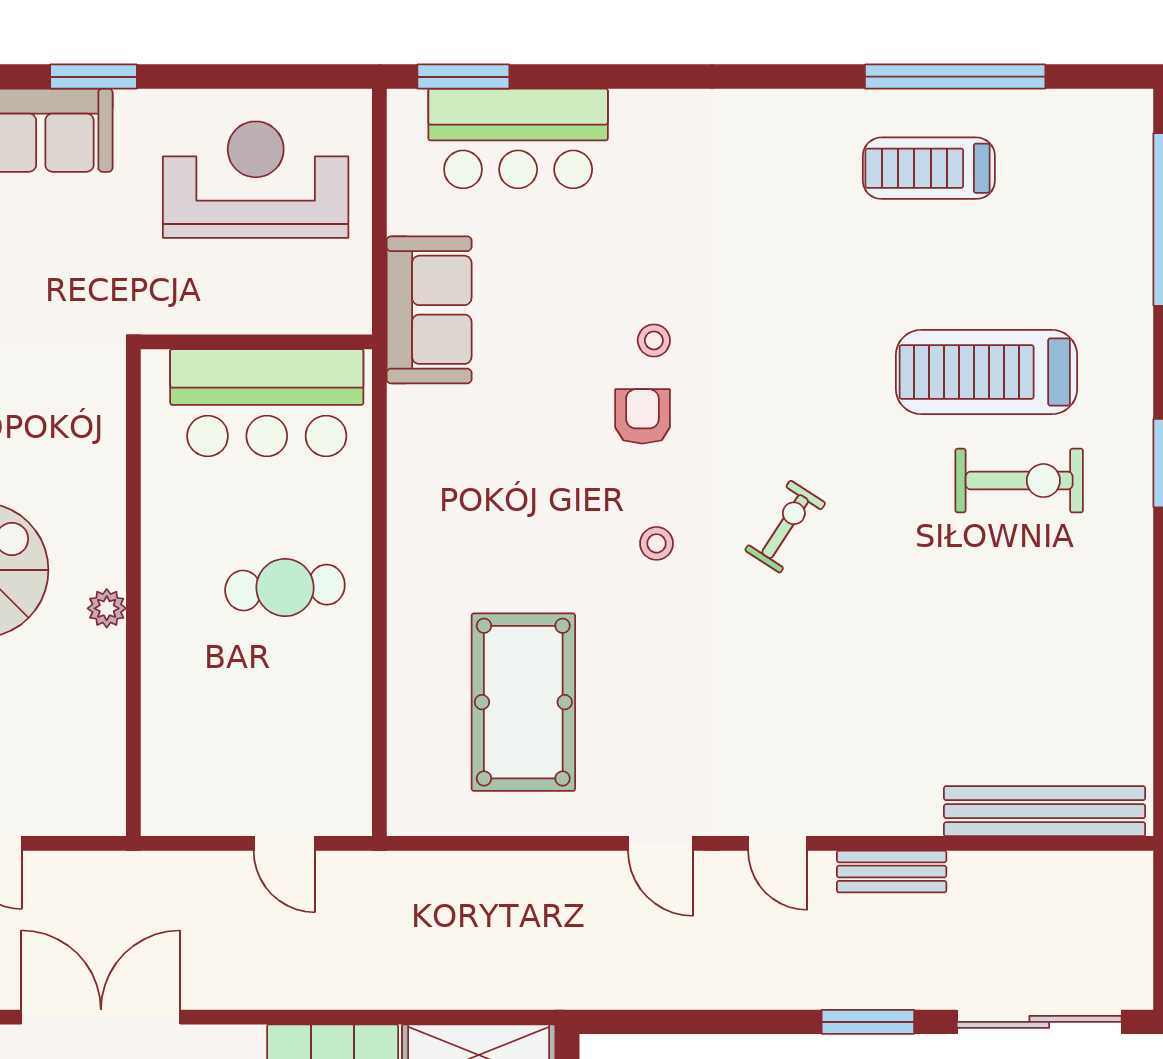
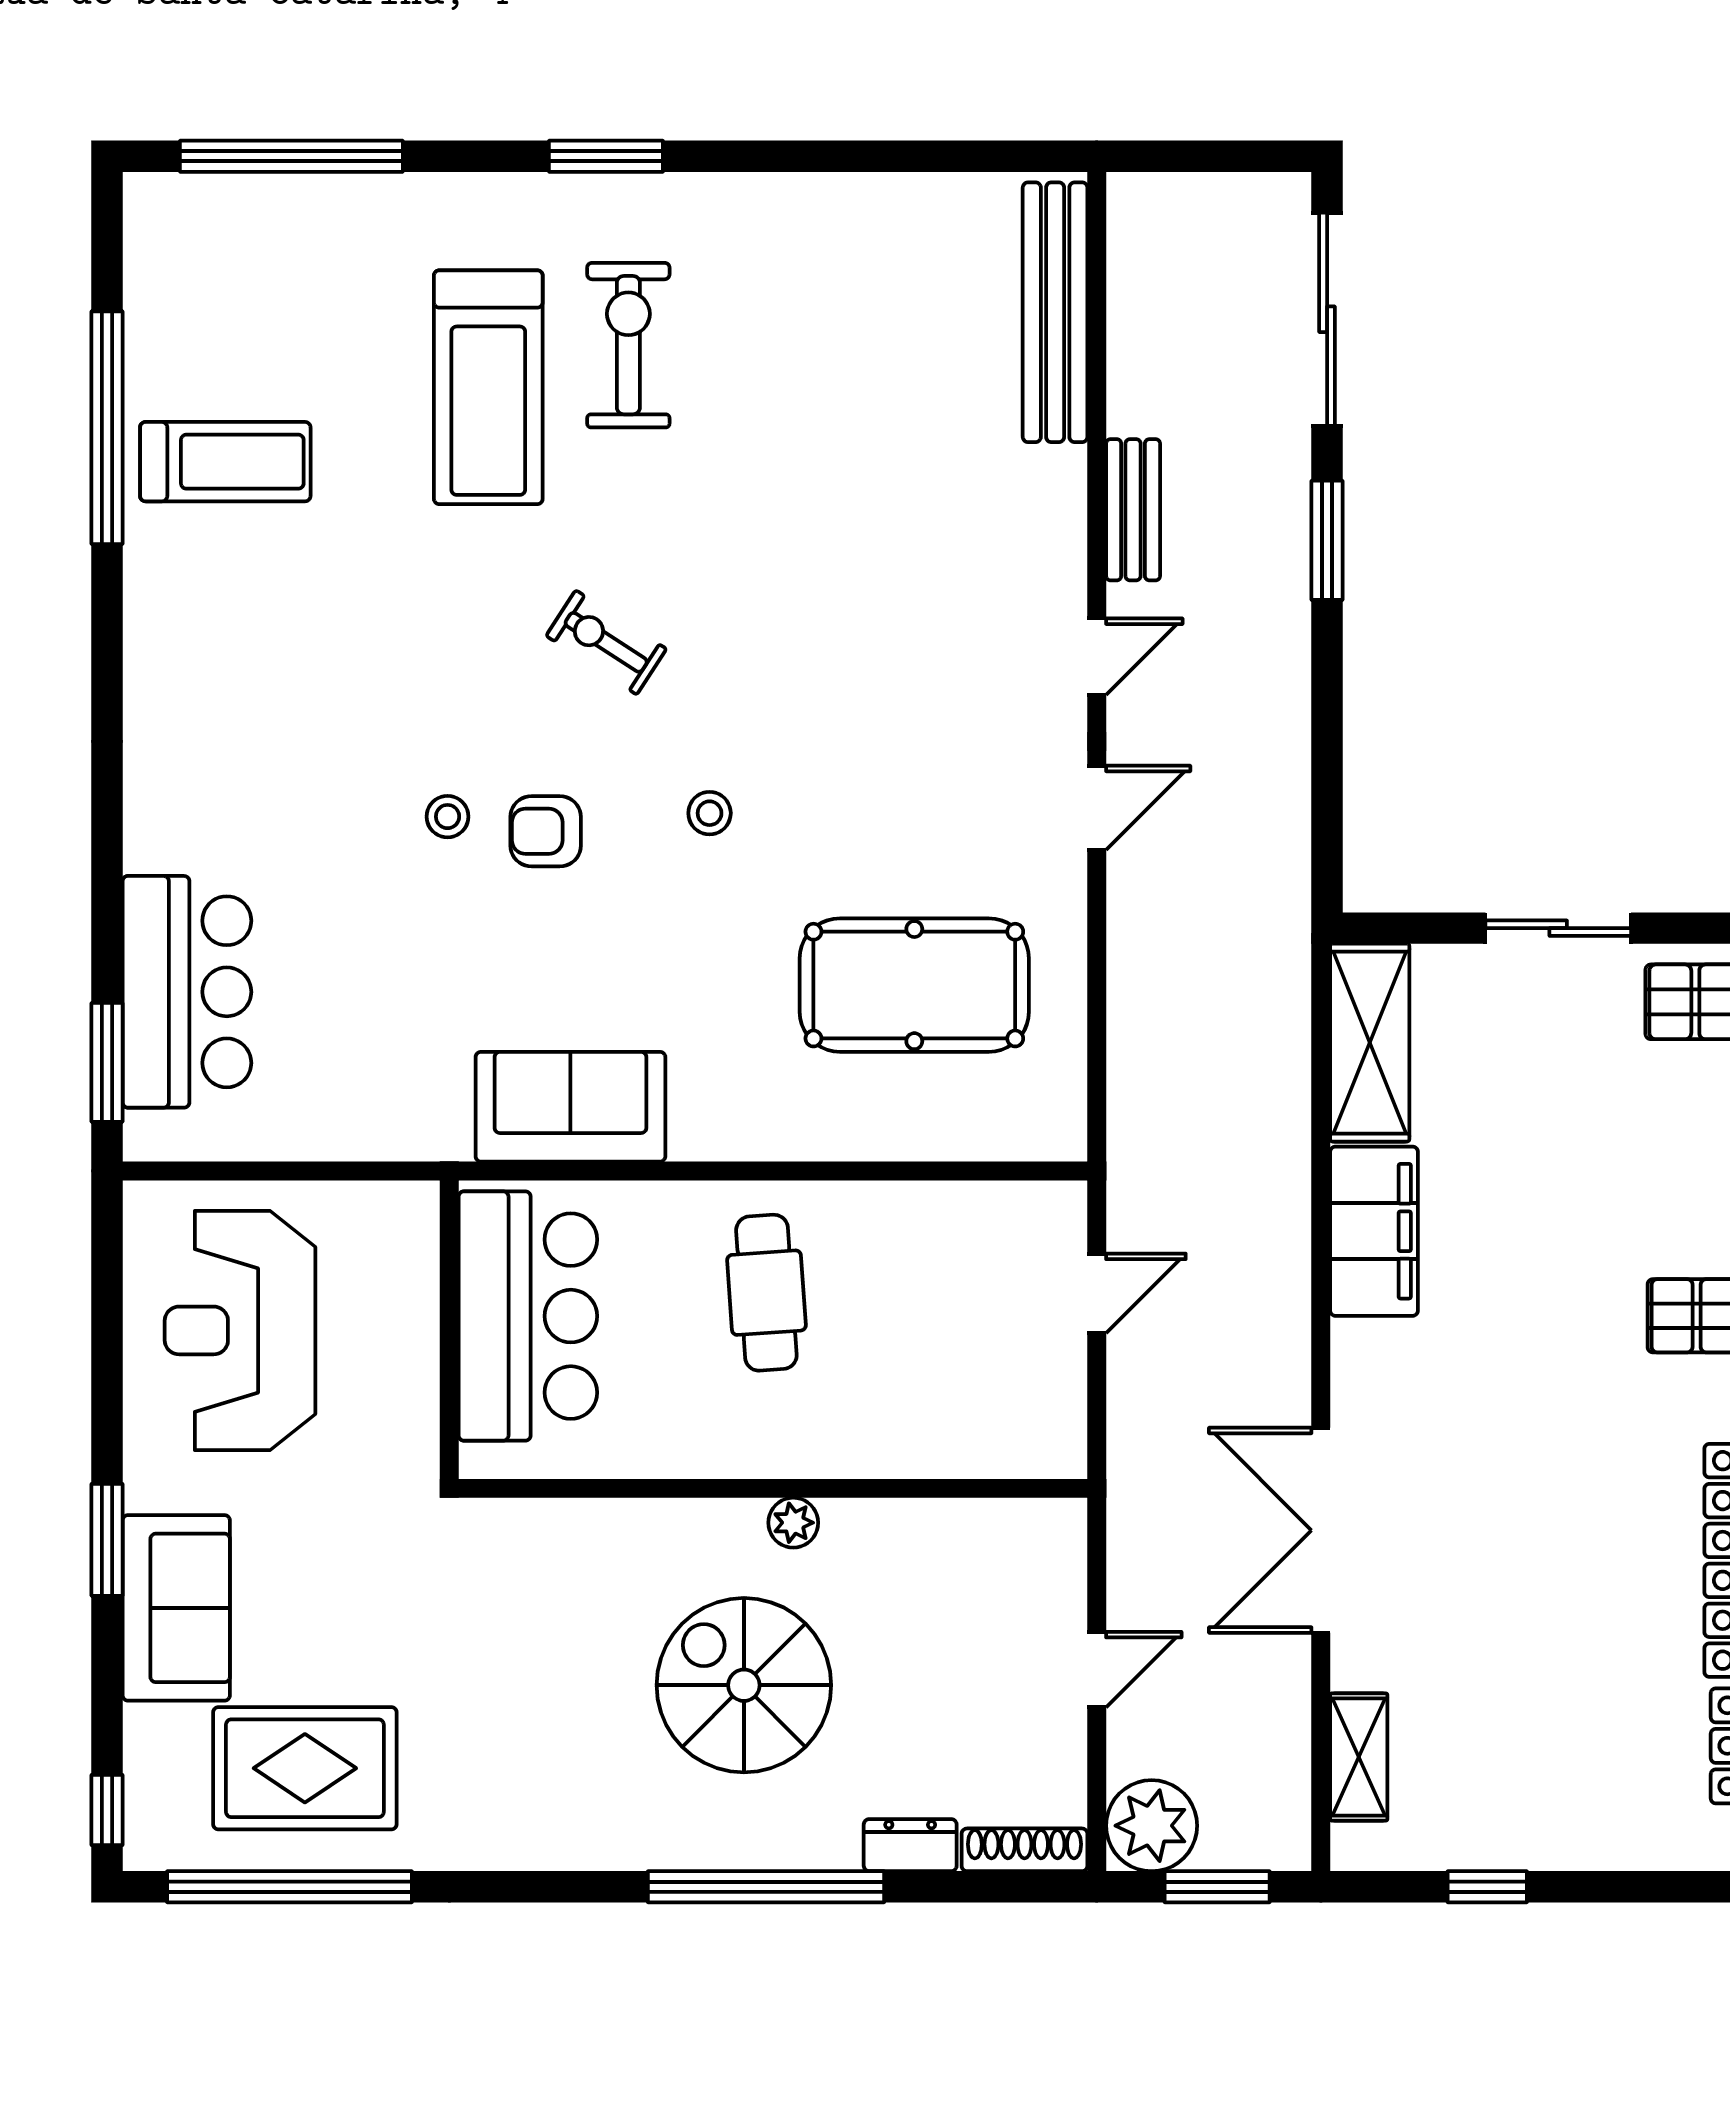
treadmill: (929, 168) -> (225, 462), turned -90
sofa: (429, 310) -> (570, 1107), moved
exercise bike: (785, 527) -> (606, 642), moved

